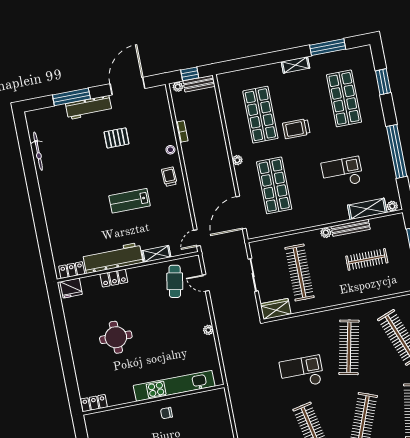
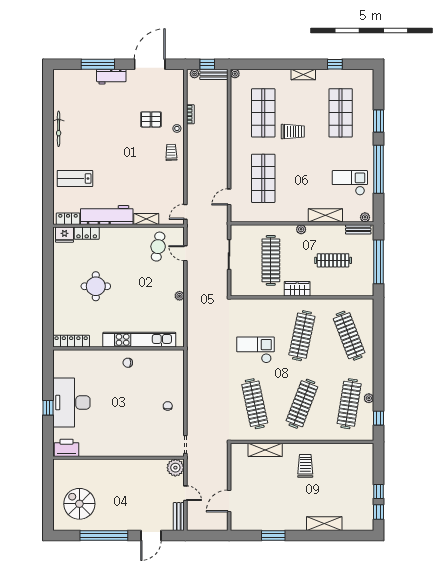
window: (328, 47) -> (335, 64), width x0.46
window: (383, 82) -> (378, 121), moved
workbench: (89, 107) -> (111, 77), width x0.73
trolley: (296, 129) -> (293, 132), turned 180
pallet: (116, 138) -> (151, 119), moved
bicycle: (38, 151) -> (59, 129), moved
plant: (237, 160) -> (235, 74), moved
checkout: (342, 173) -> (350, 183), moved
lab bench: (130, 201) -> (75, 178), moved
shelving: (367, 209) -> (325, 215), moved
door: (241, 213) -> (229, 197), width x0.53
bench: (351, 228) -> (358, 229), moved, width x0.73
locker: (114, 278) -> (87, 233), moved
wardrobe: (276, 309) -> (297, 289), moved
locker: (94, 403) -> (71, 341), width x1.53

